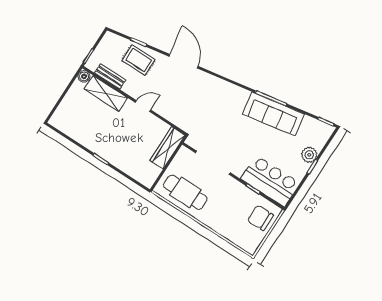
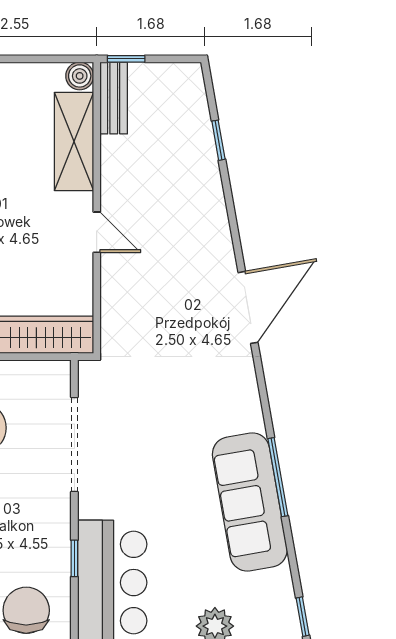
rug: (139, 60) -> (183, 164), removed
door: (184, 61) -> (248, 307), moved
bench: (110, 76) -> (114, 98), moved

